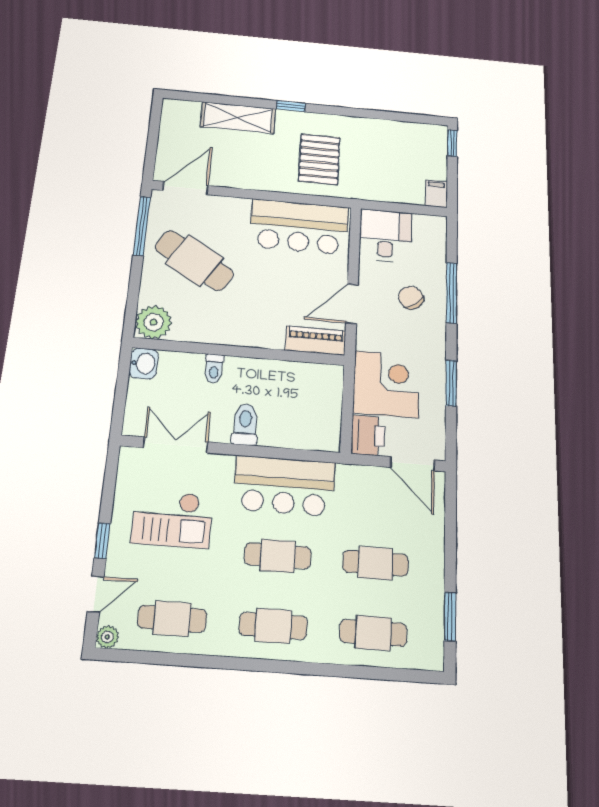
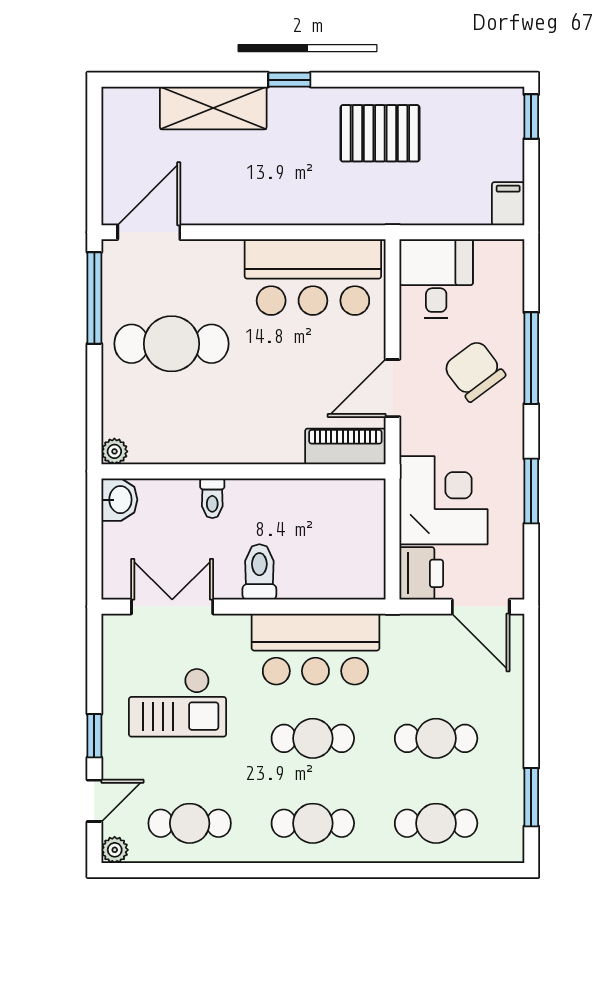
pallet: (319, 159) -> (380, 133), moved, turned 90
cafe table: (194, 261) -> (171, 344), turned -31
chair: (411, 298) -> (474, 371), width x1.37, depth x1.37
plant: (154, 322) -> (114, 451), width x0.53, depth x0.53

